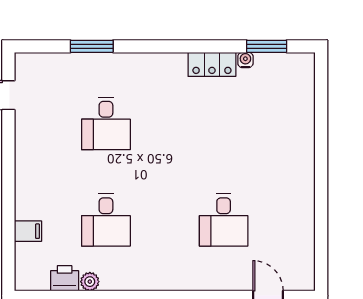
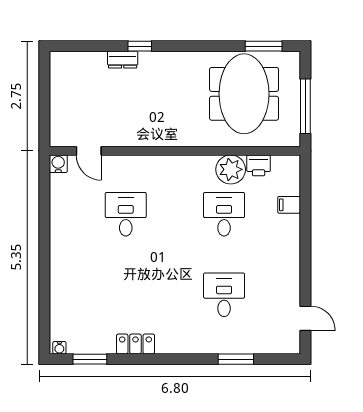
water cooler: (245, 60) -> (59, 348), moved
water cooler: (305, 280) -> (58, 164), added
plant: (90, 282) -> (231, 169), width x1.88, depth x1.88

